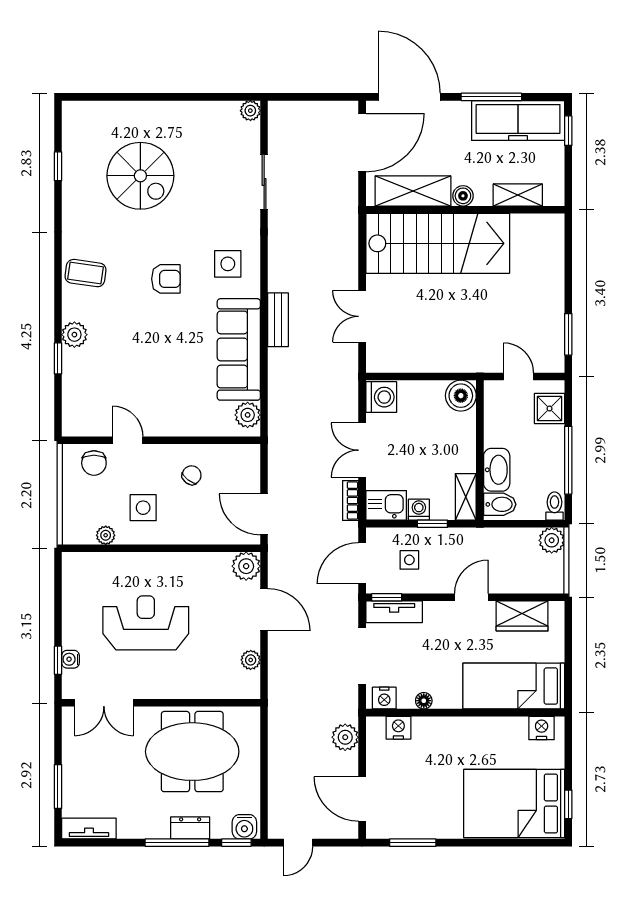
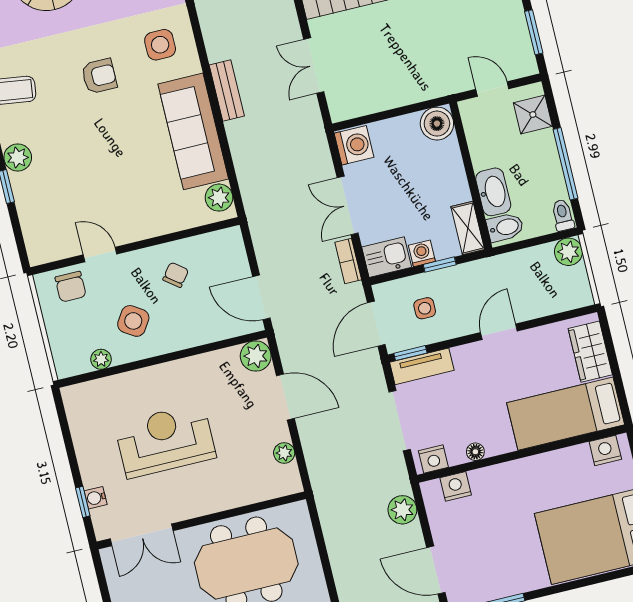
side table: (143, 508) -> (133, 321), turned 33
wardrobe: (522, 616) -> (590, 352), moved, turned 90

